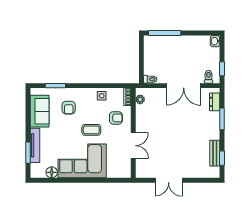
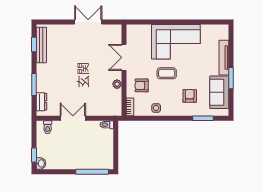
window: (222, 69) -> (34, 155), moved
double door: (184, 86) -> (73, 118), width x0.73
plant: (140, 99) -> (117, 84), moved
window: (28, 153) -> (231, 78), moved
bench: (215, 153) -> (41, 45), width x1.36
floor lamp: (52, 172) -> (207, 30), removed

